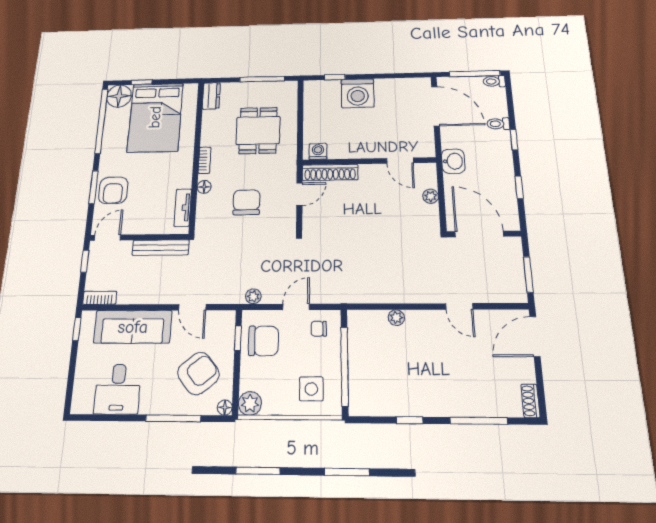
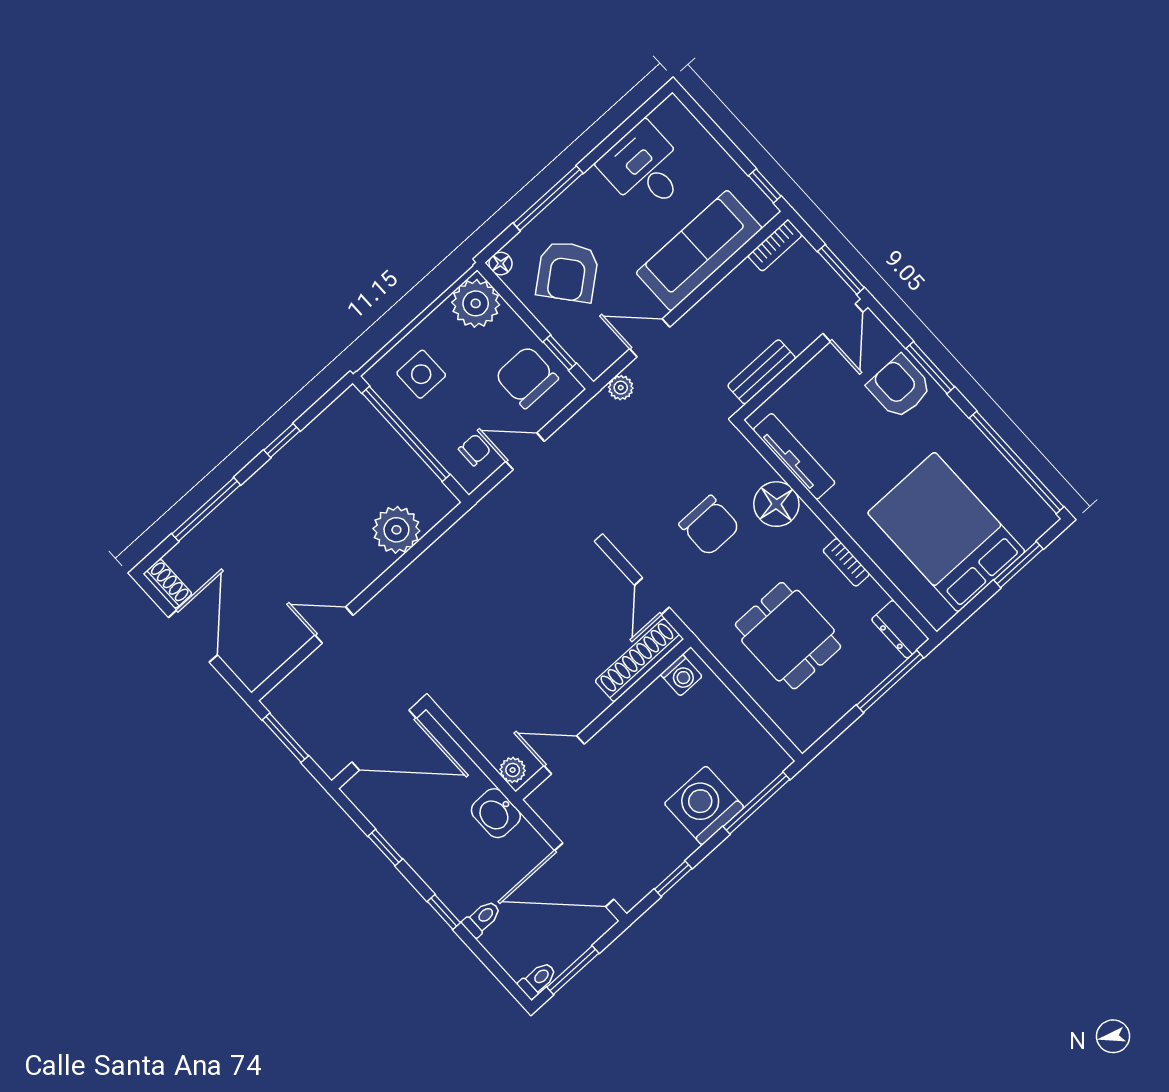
window: (475, 74) -> (573, 970), width x0.69
window: (398, 76) -> (673, 879), added
window: (335, 77) -> (756, 803), width x2.17
window: (262, 79) -> (890, 681), moved
window: (142, 82) -> (1018, 565), width x1.50
floor lamp: (119, 96) -> (1029, 517), removed
bookcase: (205, 160) -> (846, 562), moved
floor lamp: (204, 187) -> (776, 504), width x1.89, depth x1.89
plant: (431, 196) -> (513, 770), moved
tv unit: (183, 208) -> (794, 456), width x1.41
bench: (161, 248) -> (762, 372), width x0.73
window: (85, 261) -> (841, 270), width x1.50
plant: (253, 296) -> (621, 388), moved
door: (296, 307) -> (525, 451), swing flipped
plant: (396, 318) -> (396, 530), width x1.88, depth x1.88
door: (535, 337) -> (193, 636), moved
chair: (263, 341) -> (527, 377), turned 90
plant: (250, 403) -> (476, 303), width x1.36, depth x1.36

